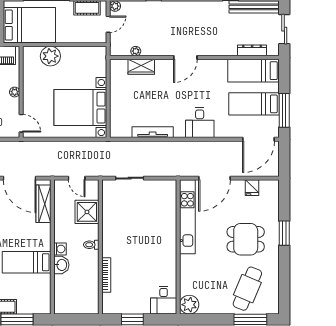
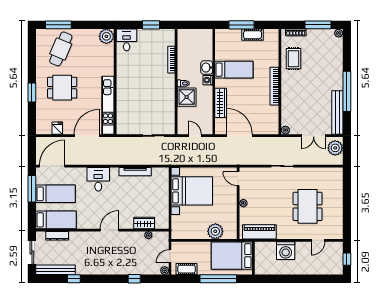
wardrobe: (43, 204) -> (221, 103), moved
shower: (87, 212) -> (187, 97), moved

